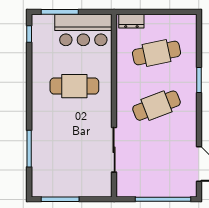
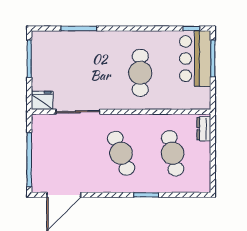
bar counter: (83, 30) -> (195, 59), moved
fridge: (102, 186) -> (42, 100), added

